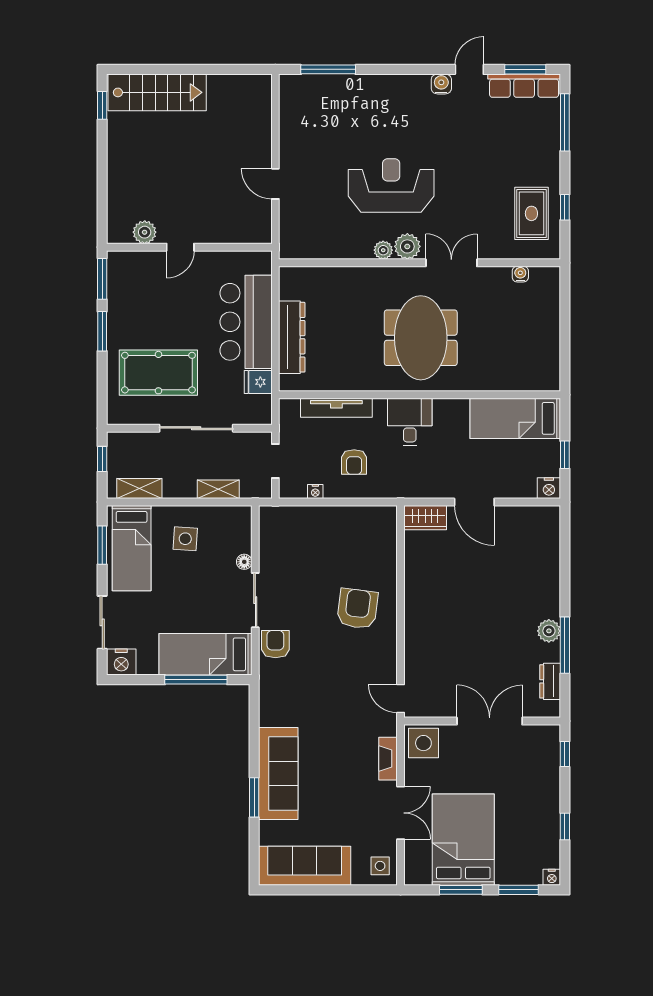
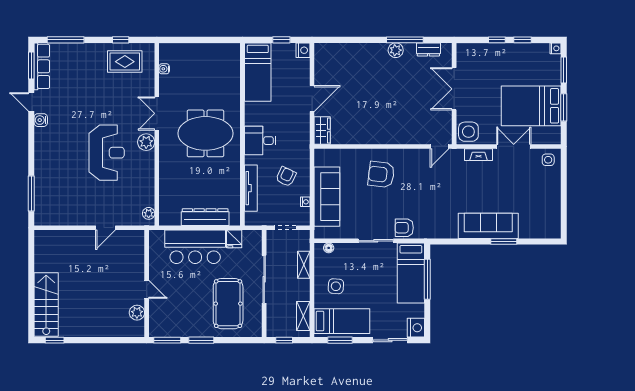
reception desk: (391, 185) -> (107, 153), turned 180
plant: (383, 250) -> (149, 213), moved
armchair: (354, 462) -> (286, 177), turned -65
floor lamp: (244, 562) -> (329, 248), moved
window: (565, 754) -> (497, 40), moved
sofa: (305, 866) -> (327, 197), moved, turned 180

